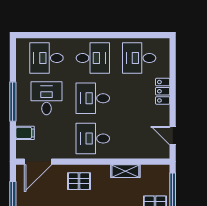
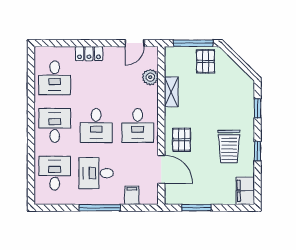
desk: (47, 58) -> (55, 173), turned 180
plant: (140, 151) -> (150, 77), added
door: (38, 162) -> (161, 169), moved

